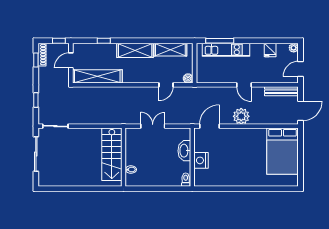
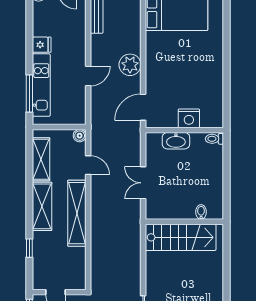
fridge: (270, 50) -> (42, 45), moved
shelving: (97, 76) -> (77, 213), moved
door: (244, 85) -> (88, 76), moved
door: (209, 126) -> (143, 107), hinge flipped

